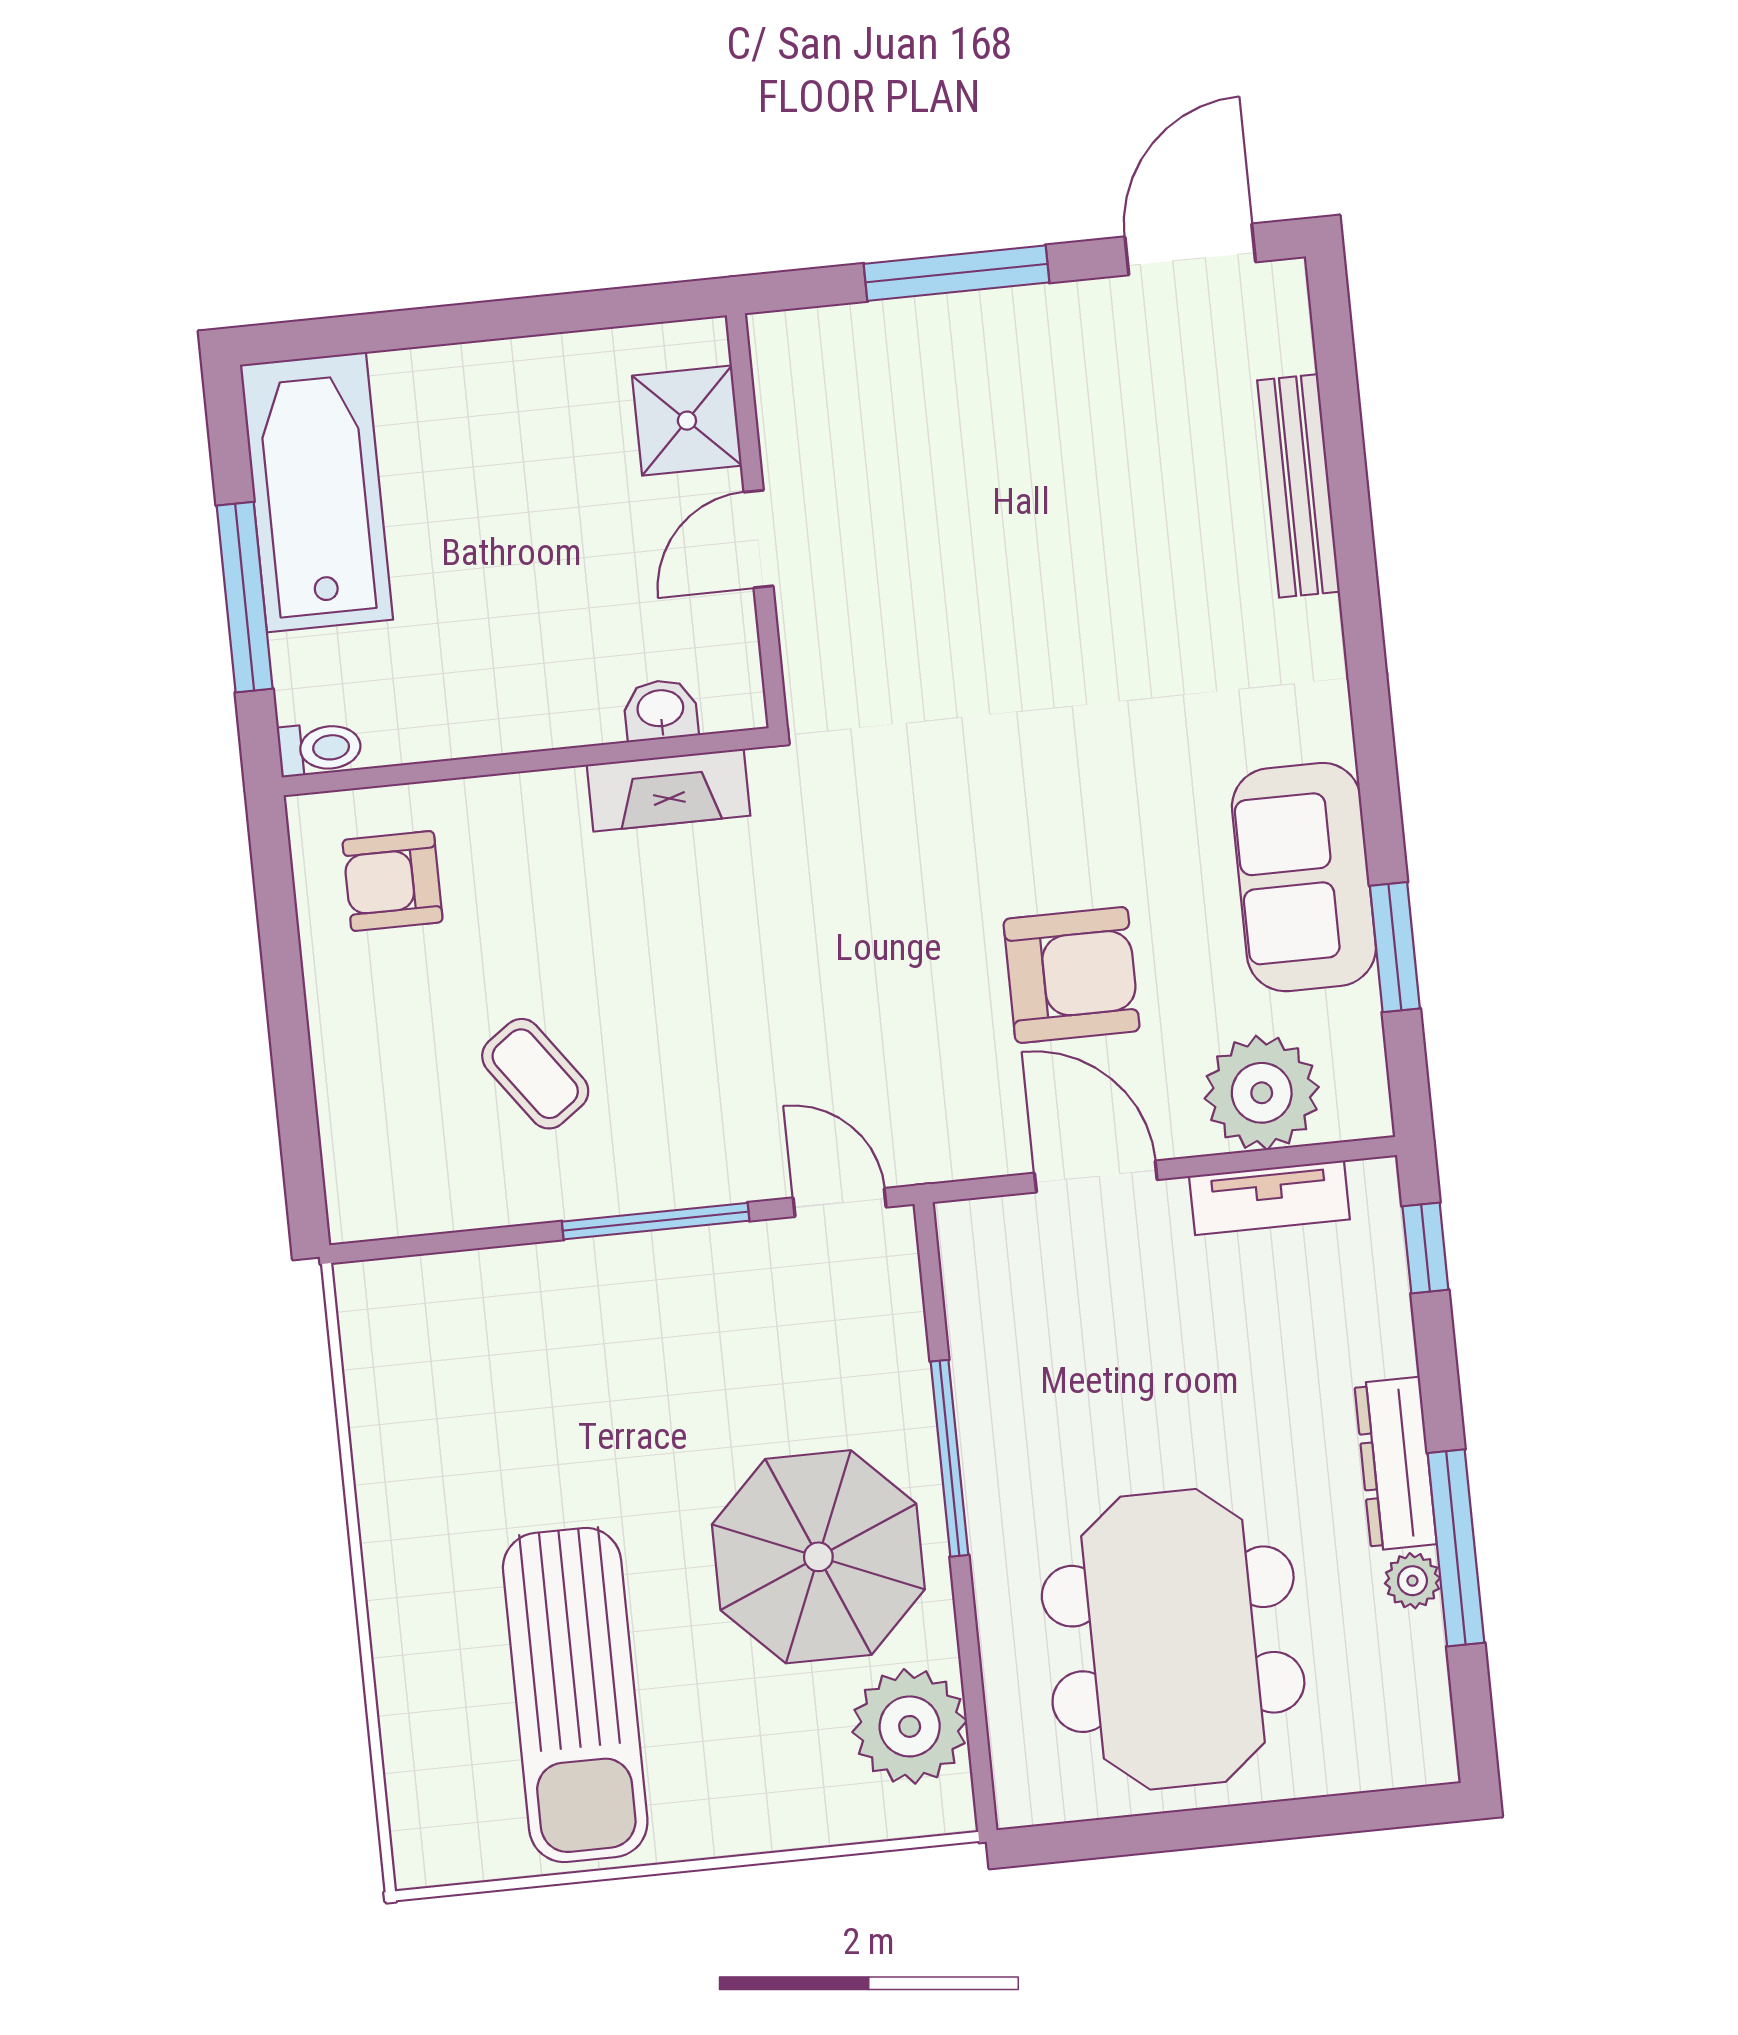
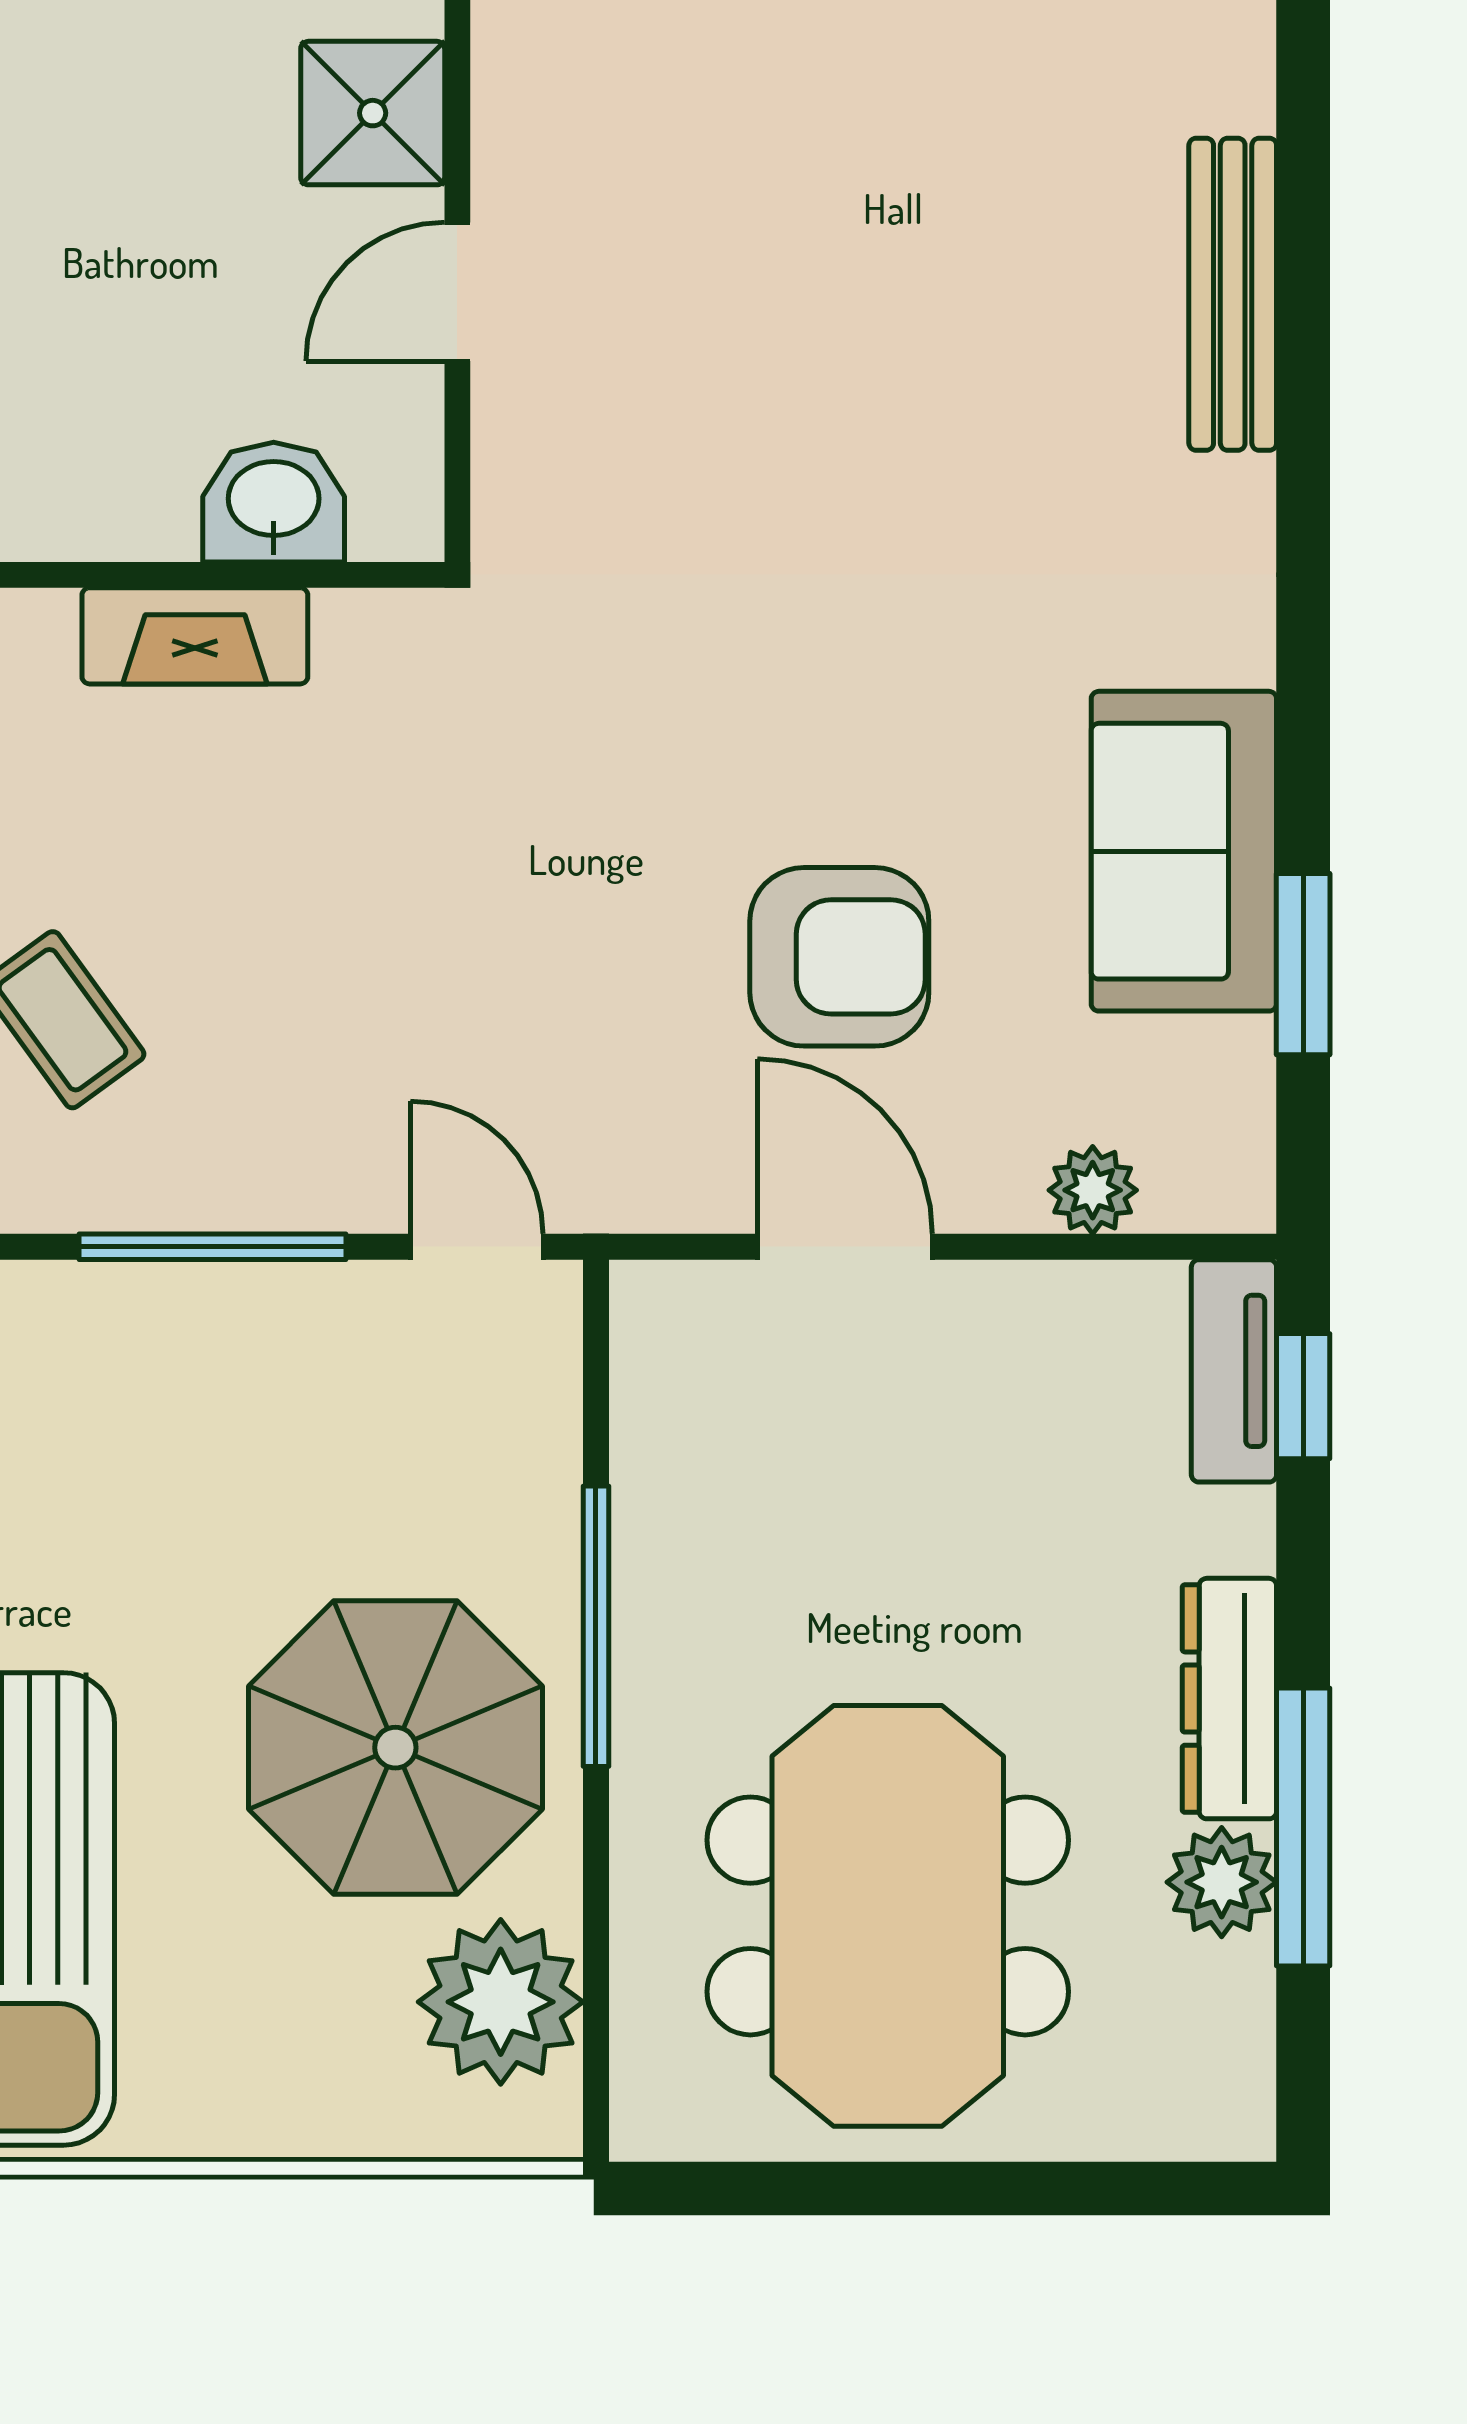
washbasin: (660, 710) -> (274, 502), width x1.38, depth x1.45
fireplace: (669, 790) -> (195, 636), moved
plant: (1262, 1093) -> (1093, 1190), width x0.53, depth x0.53
tv unit: (1269, 1198) -> (1234, 1371), moved, turned 90
plant: (1412, 1581) -> (1222, 1882), width x1.38, depth x1.38

